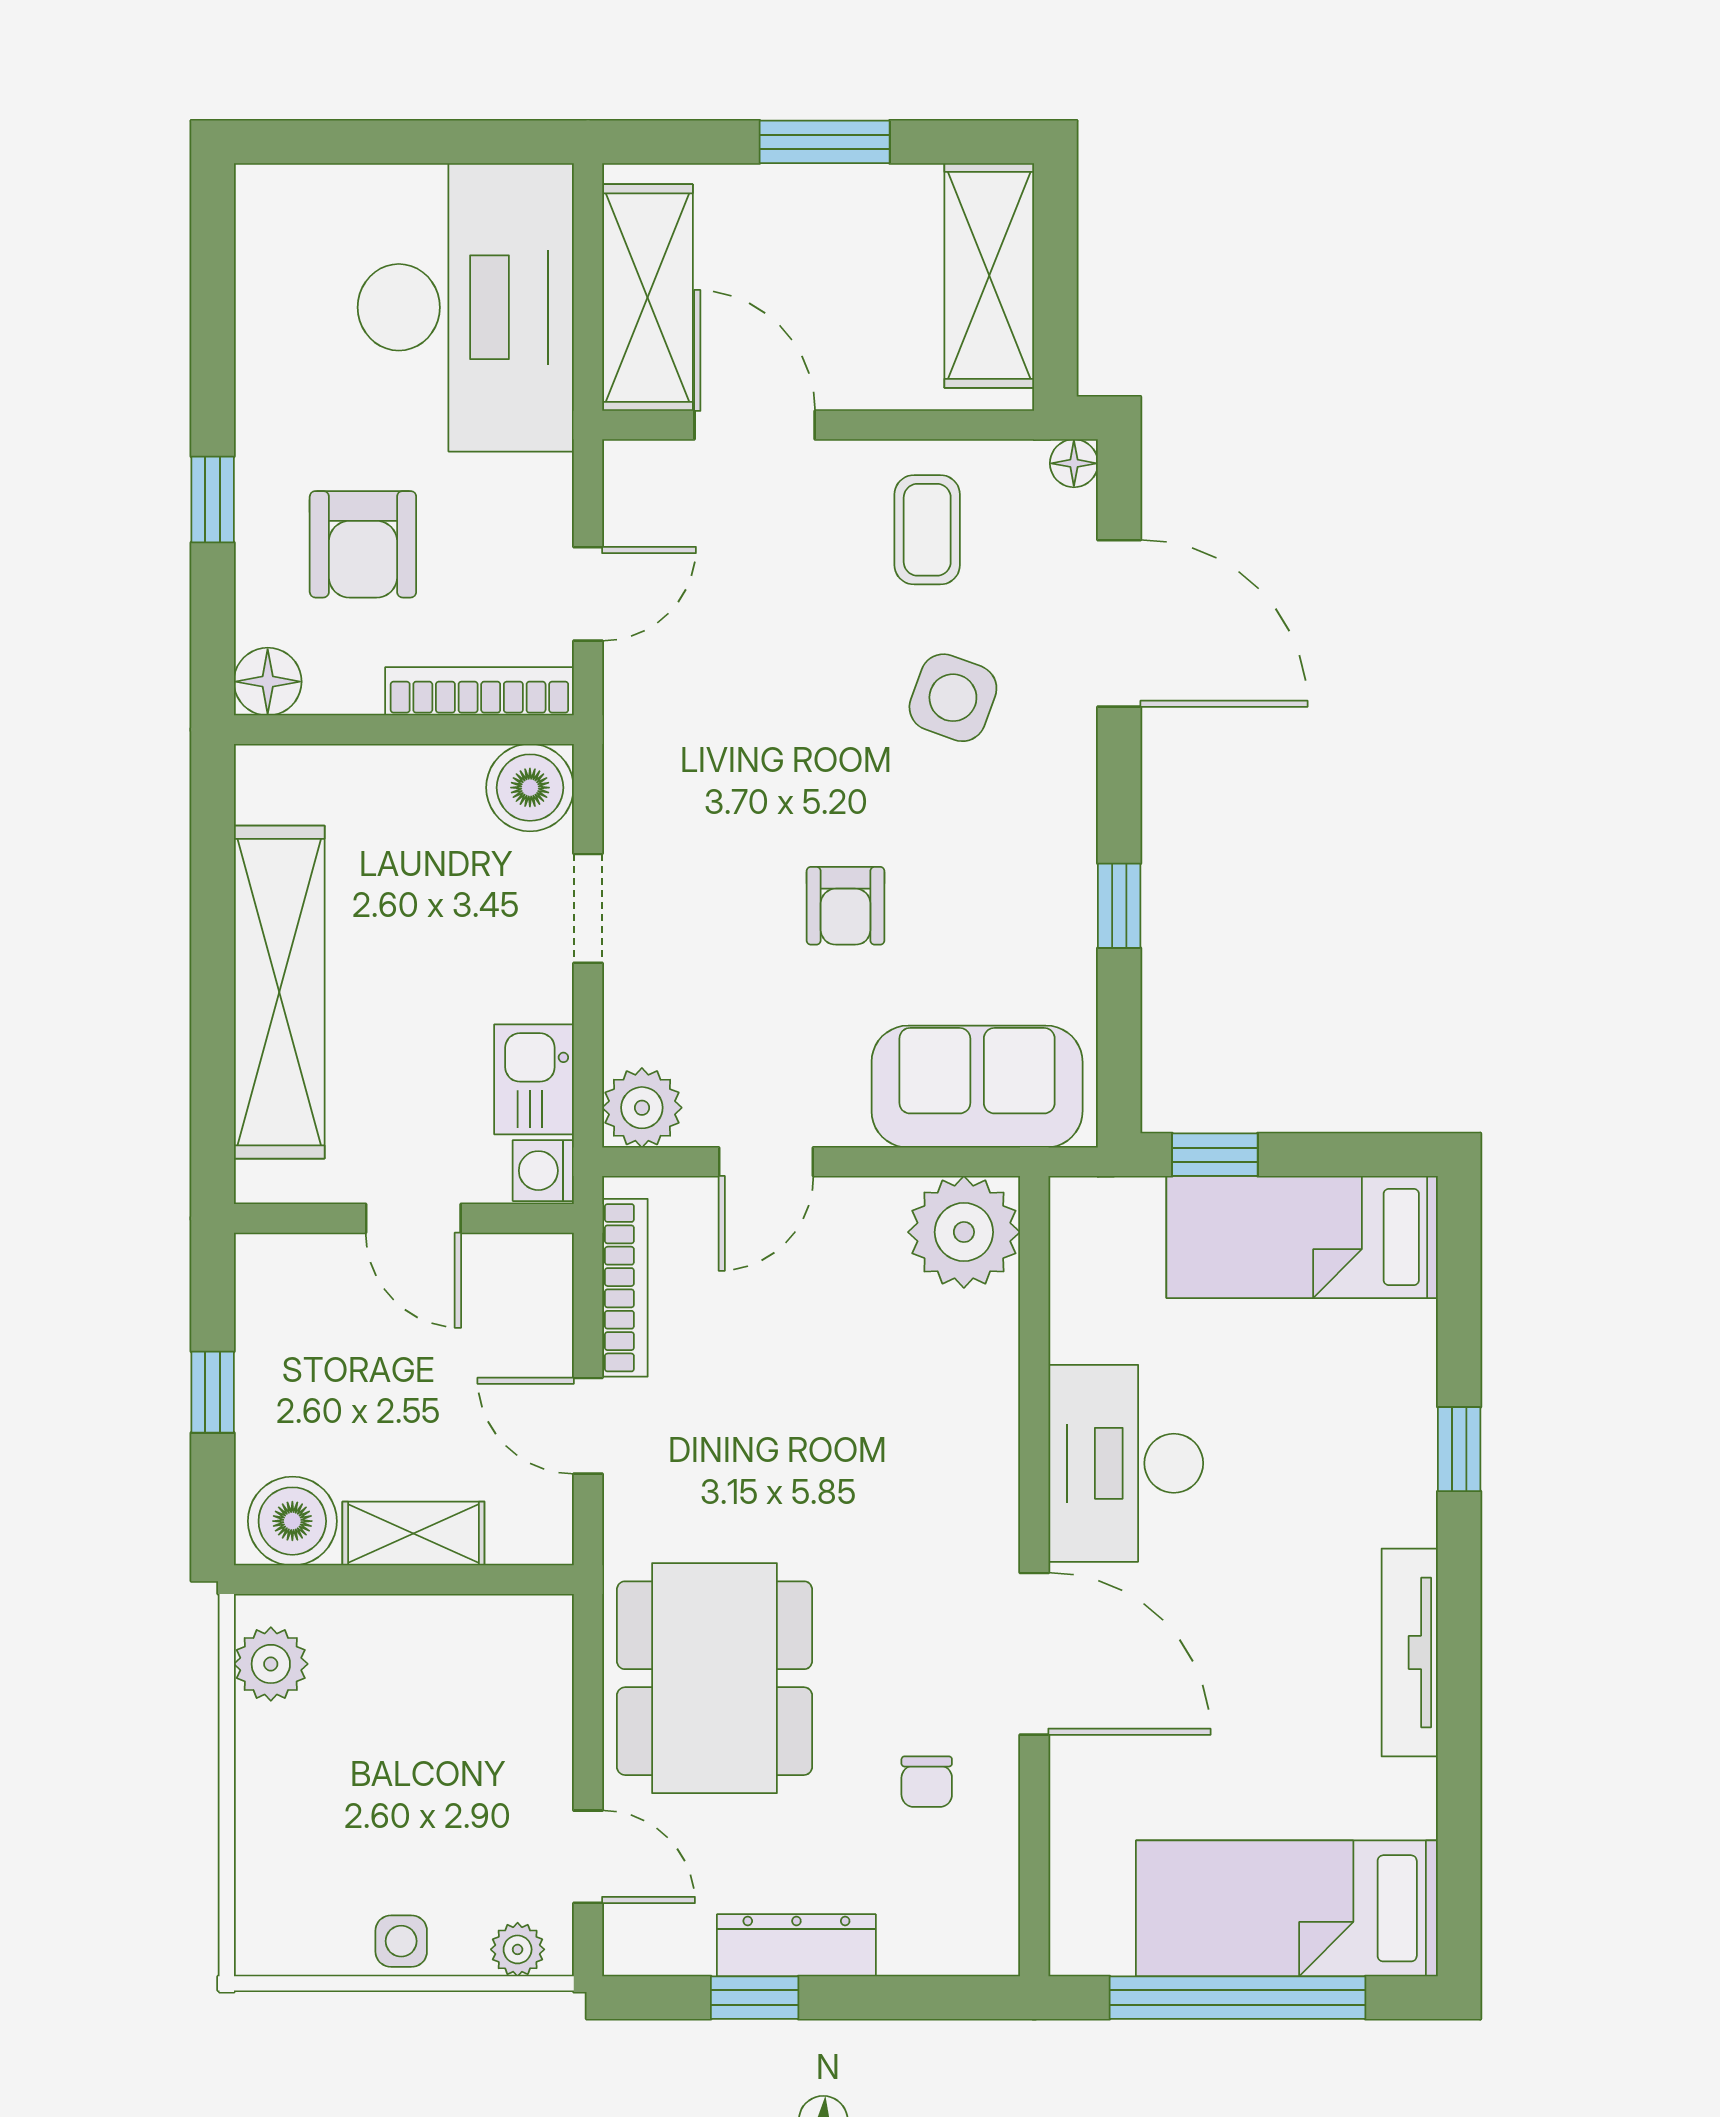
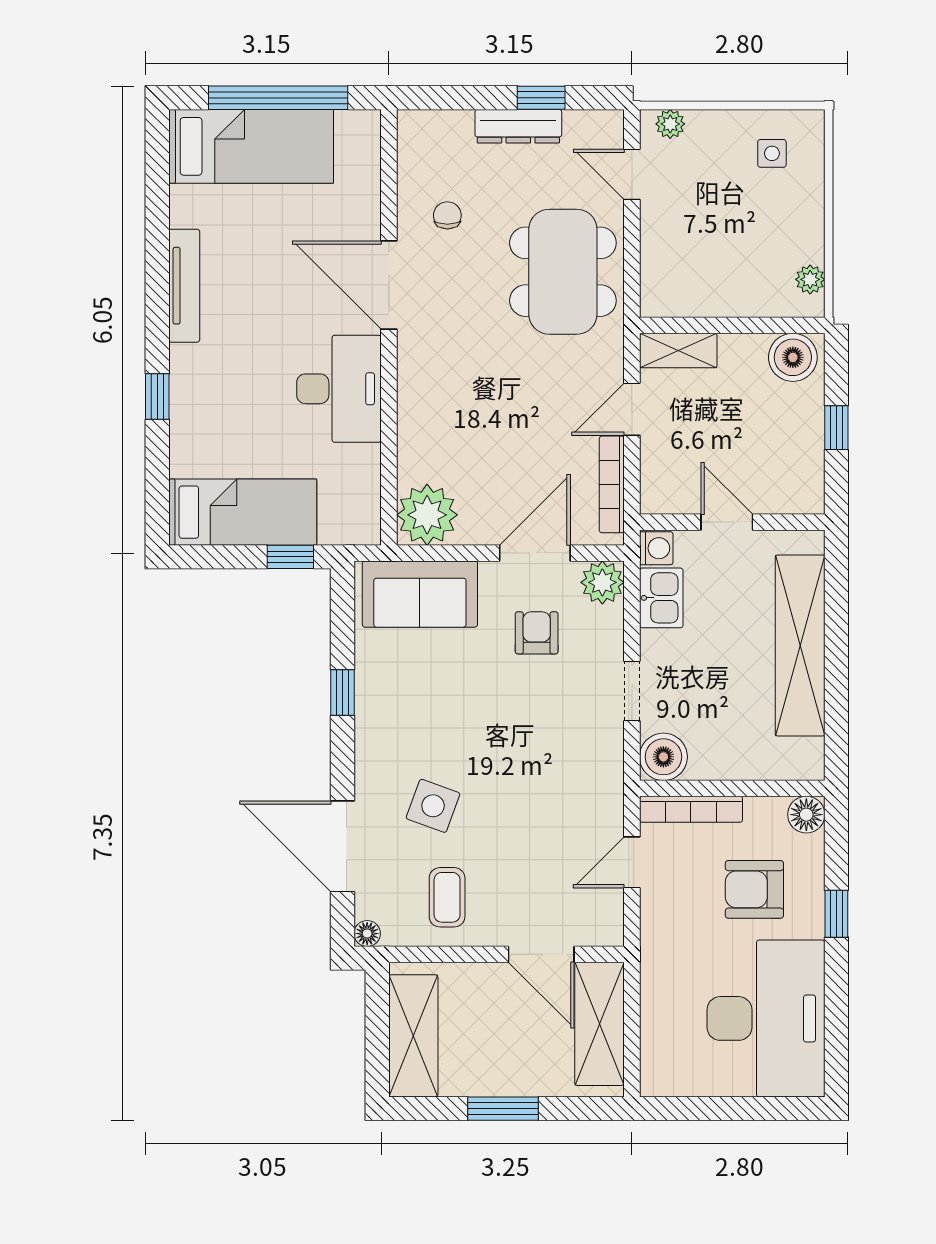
desk: (466, 307) -> (766, 1018), moved, turned 180
armchair: (363, 544) -> (754, 889), turned -90
armchair: (846, 906) -> (537, 633), moved
door: (766, 1162) -> (535, 553), width x1.38
door: (588, 1426) -> (632, 409), swing flipped
shelving: (413, 1534) -> (678, 351), moved
plant: (271, 1664) -> (810, 279), width x0.73, depth x0.73
side table: (401, 1941) -> (772, 153), moved

